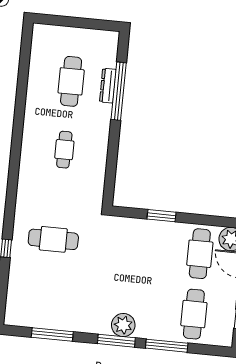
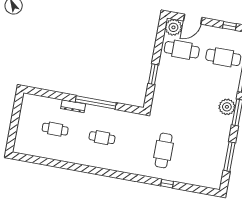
cafe table: (71, 81) -> (55, 129), width x0.73, depth x0.74
dresser: (108, 86) -> (73, 106), moved
window: (119, 91) -> (96, 102), moved

